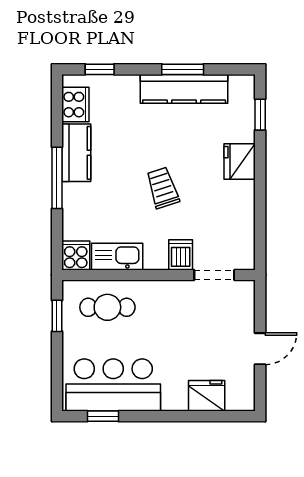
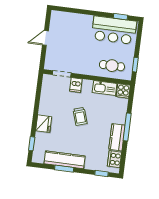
fridge: (207, 396) -> (72, 20), removed

